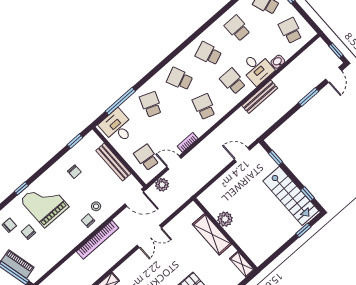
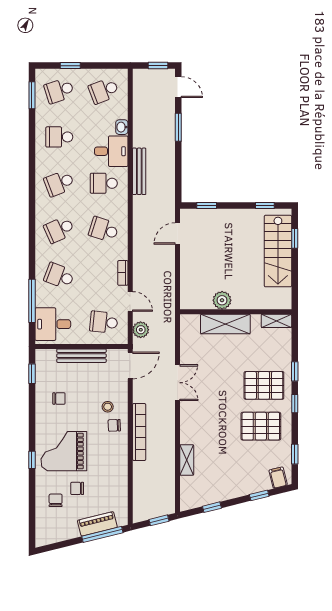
school desk: (291, 31) -> (104, 91), turned -36
door: (174, 163) -> (130, 301), swing flipped
stairs: (291, 196) -> (278, 251), moved, turned 90

